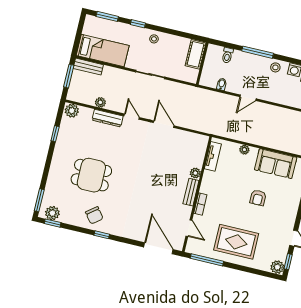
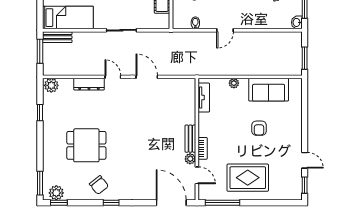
plant: (100, 102) -> (78, 70), removed
plant: (195, 173) -> (190, 159), moved
plant: (277, 267) -> (295, 193), removed

